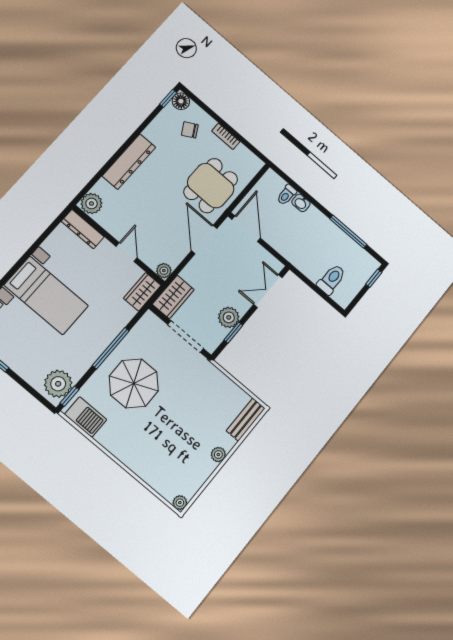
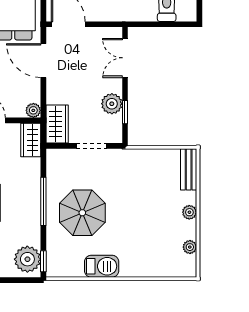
doorway: (186, 337) -> (91, 146), width x0.73
barbecue: (86, 417) -> (102, 266), moved
plant: (180, 503) -> (190, 247), moved

